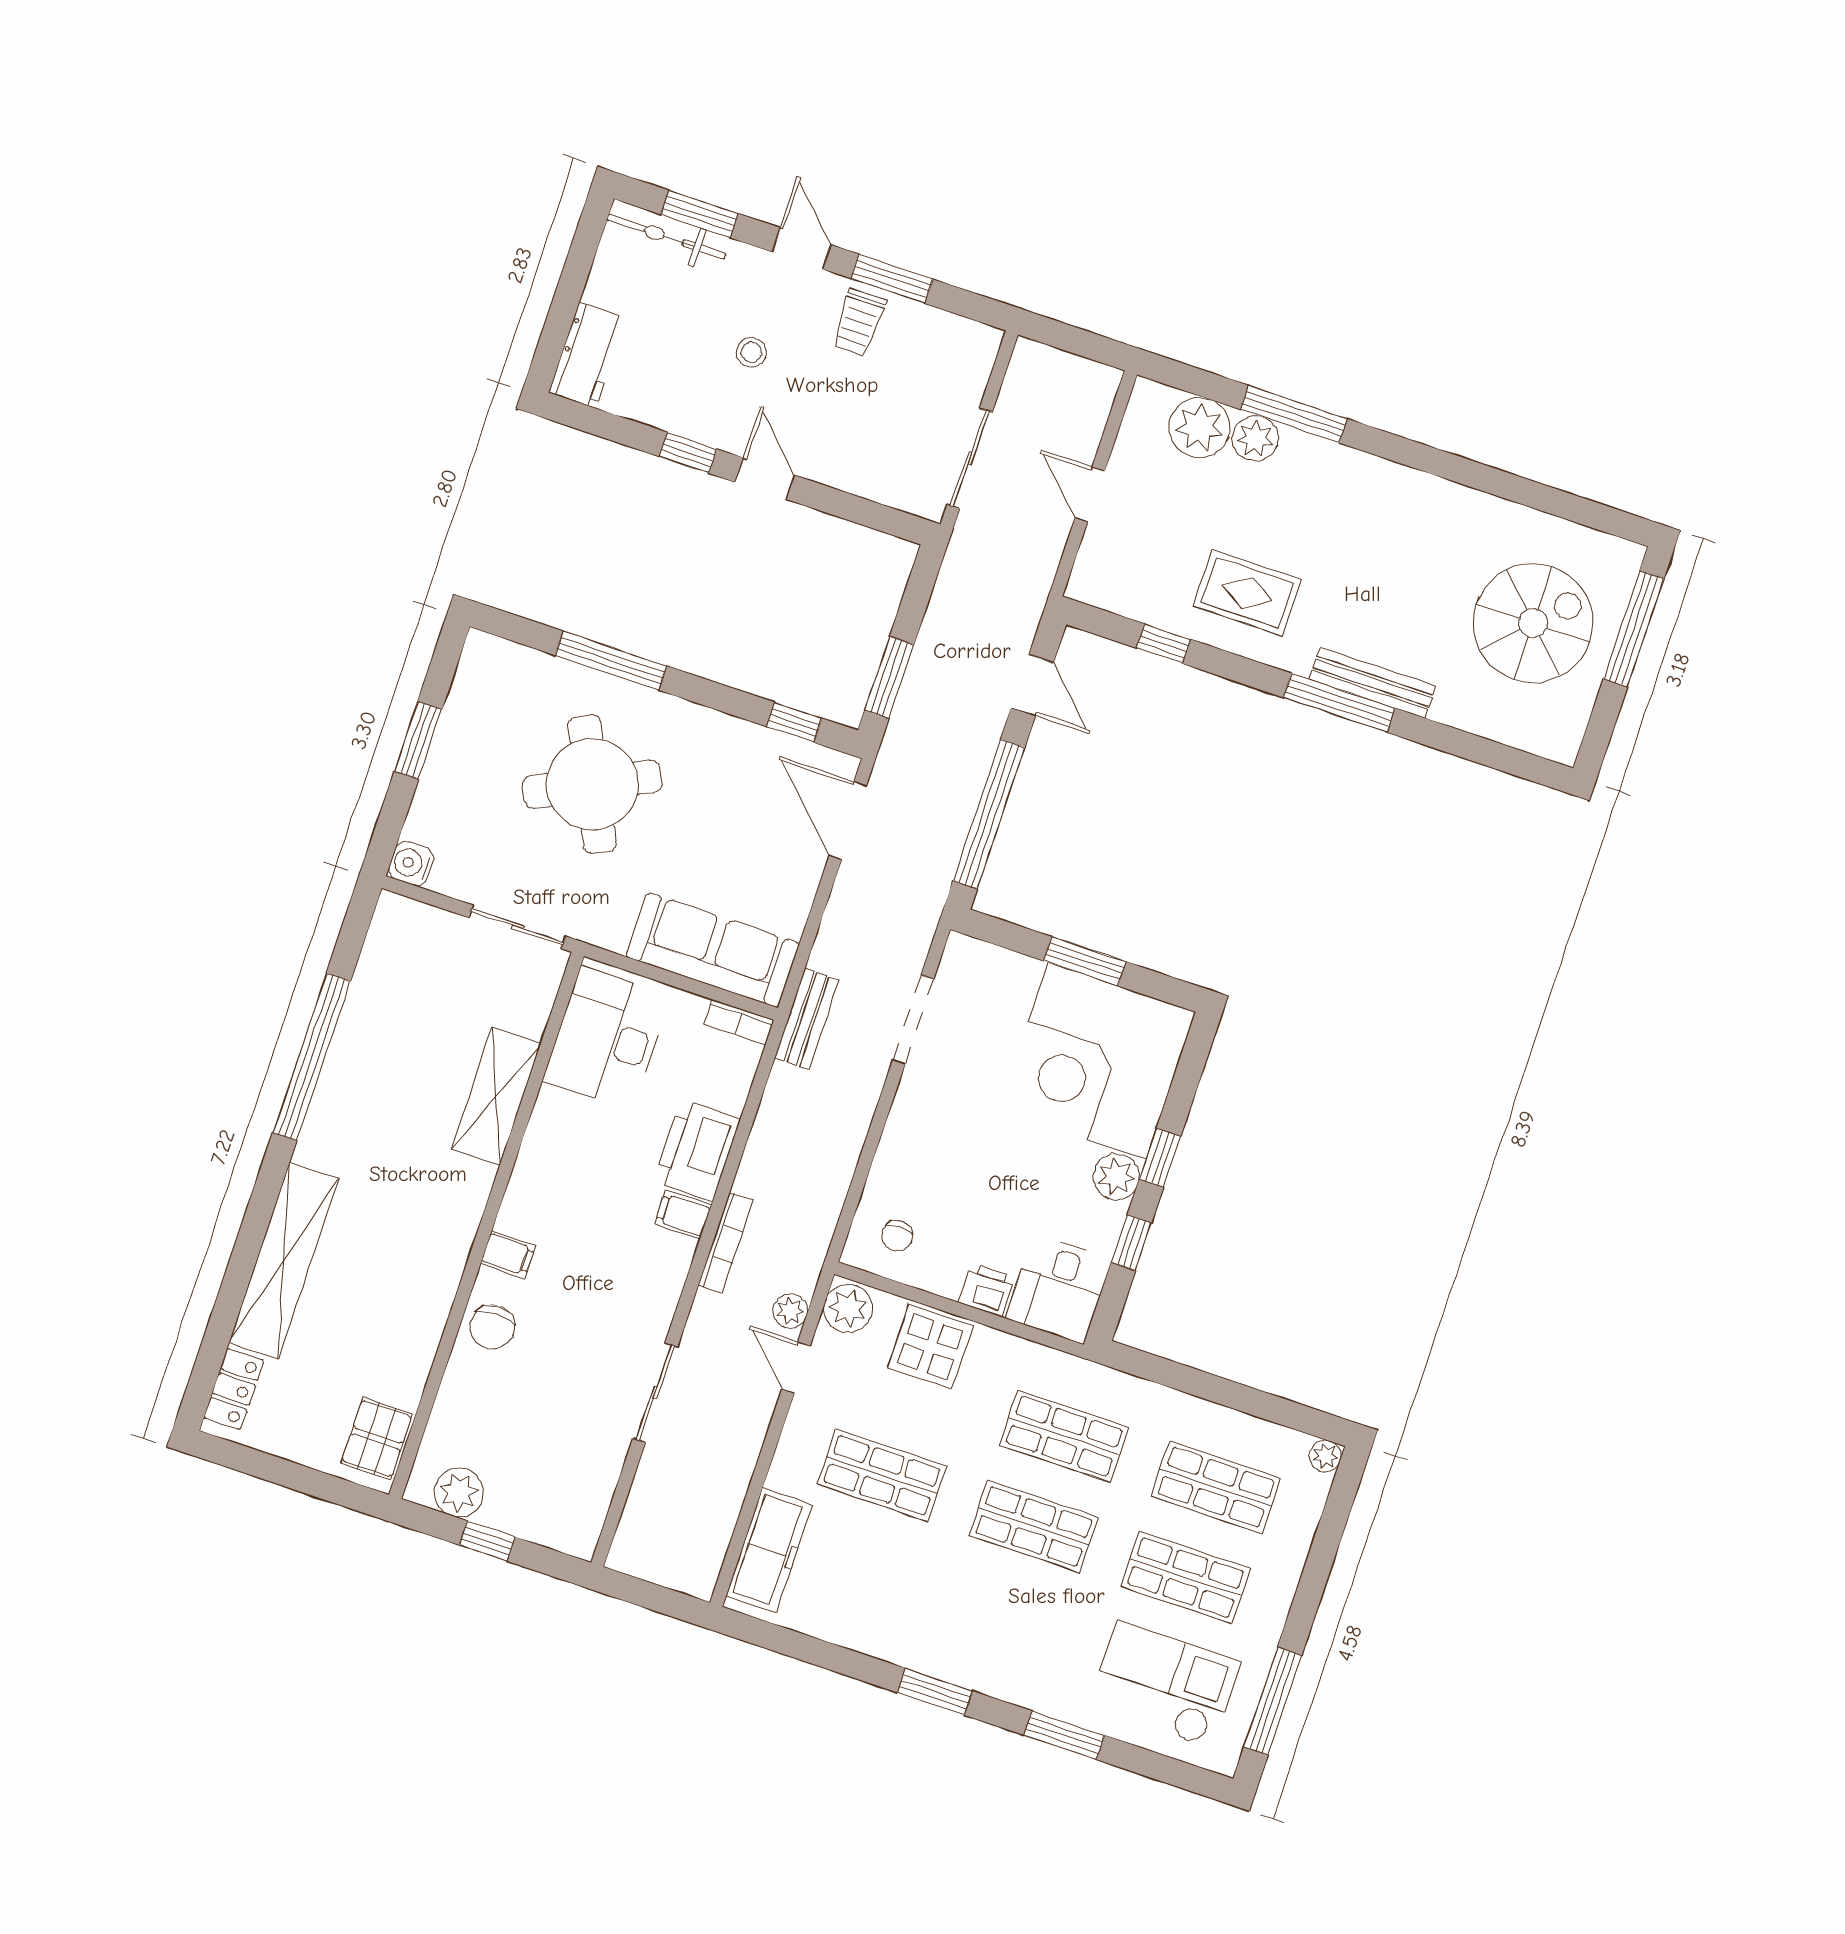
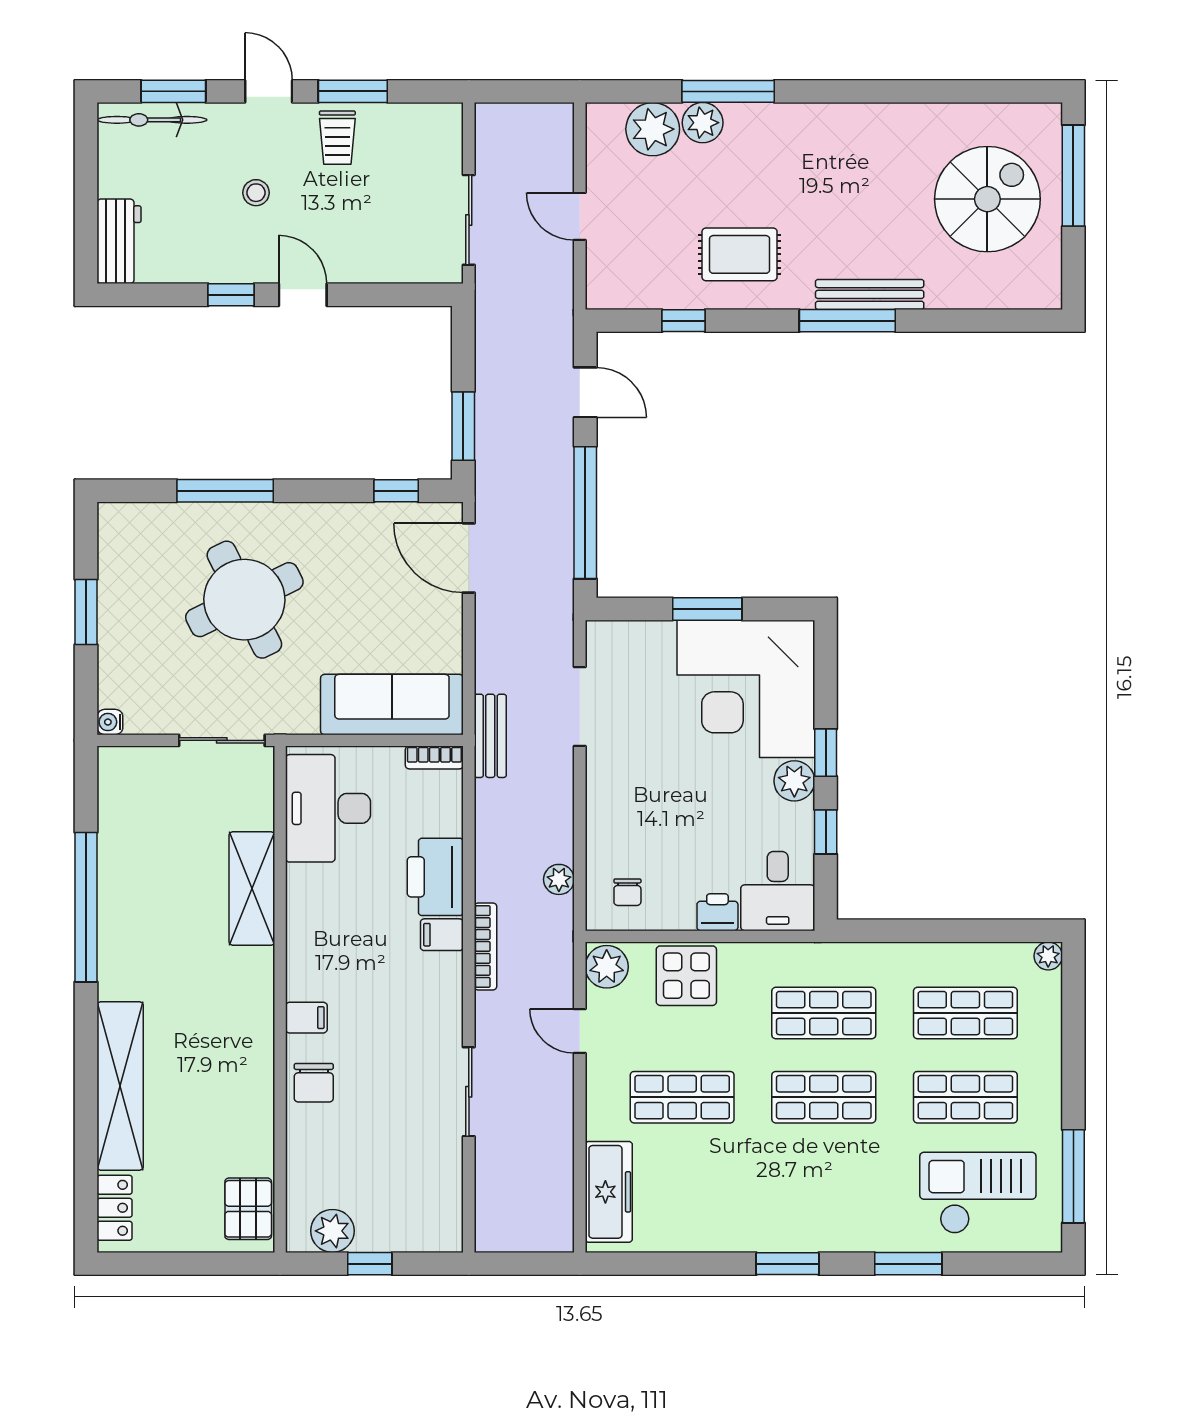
water cooler: (411, 863) -> (110, 722), width x0.72, depth x0.72
plant: (790, 1311) -> (559, 879), moved

